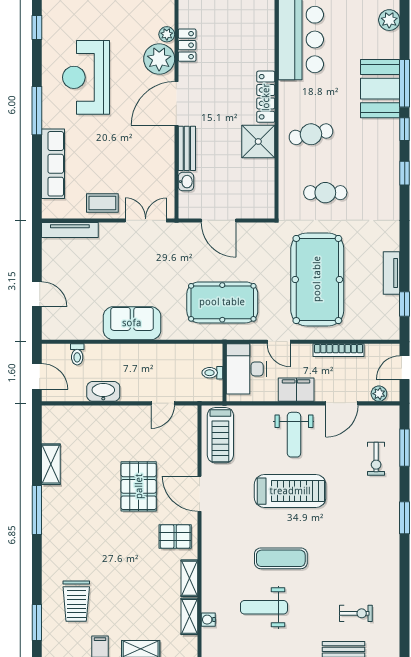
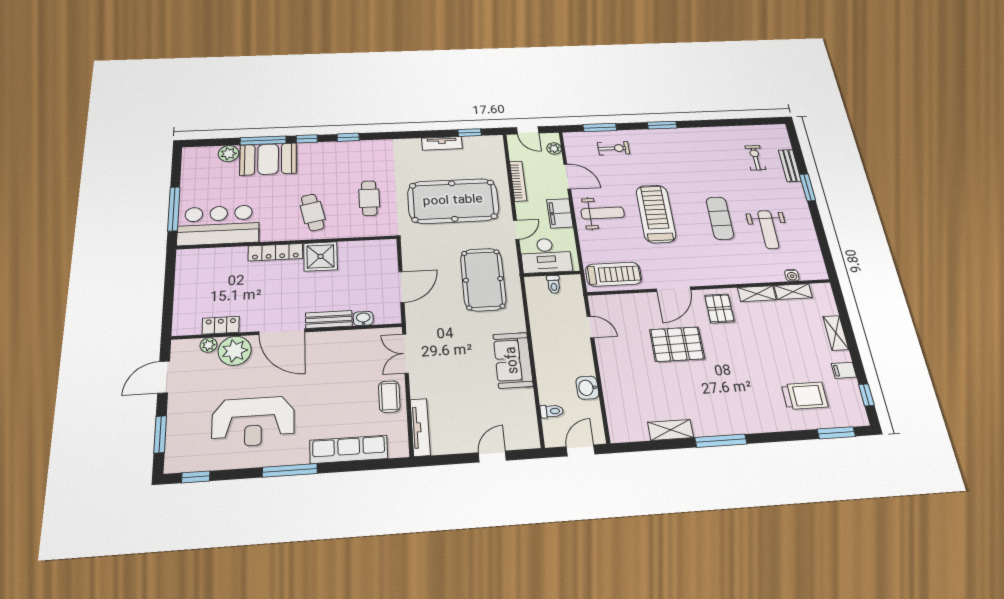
plant: (389, 20) -> (229, 154), moved
washbasin: (103, 391) -> (587, 388), width x0.72

